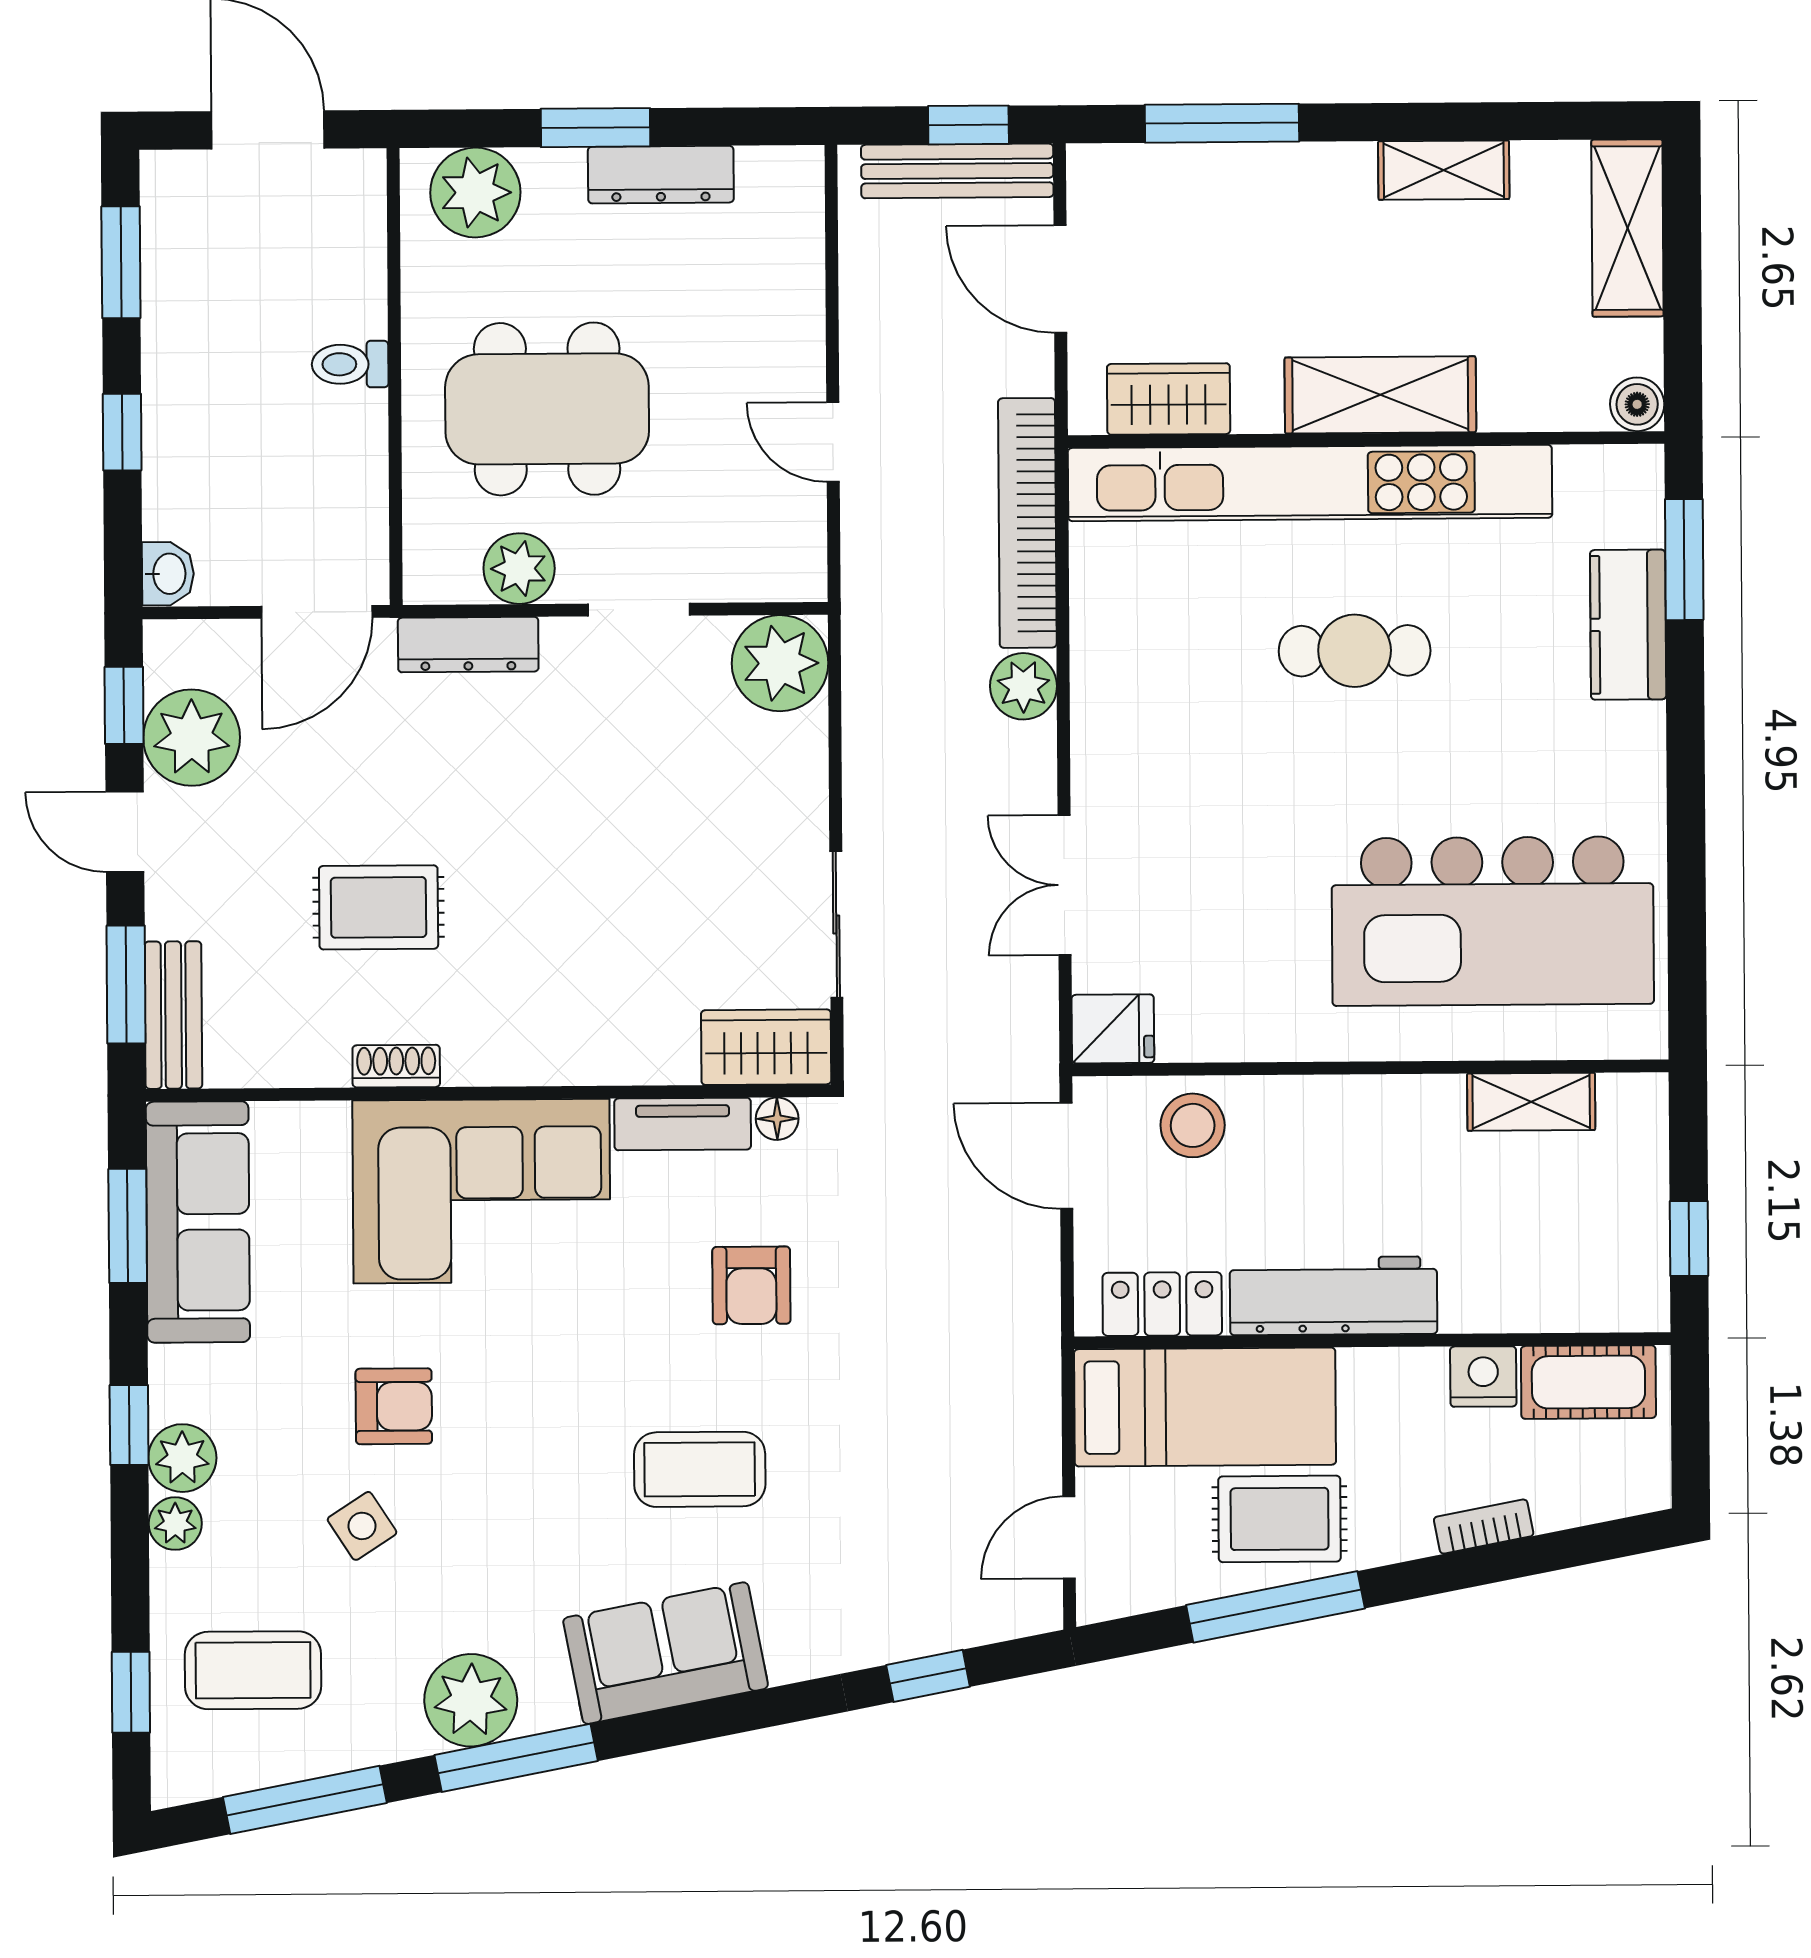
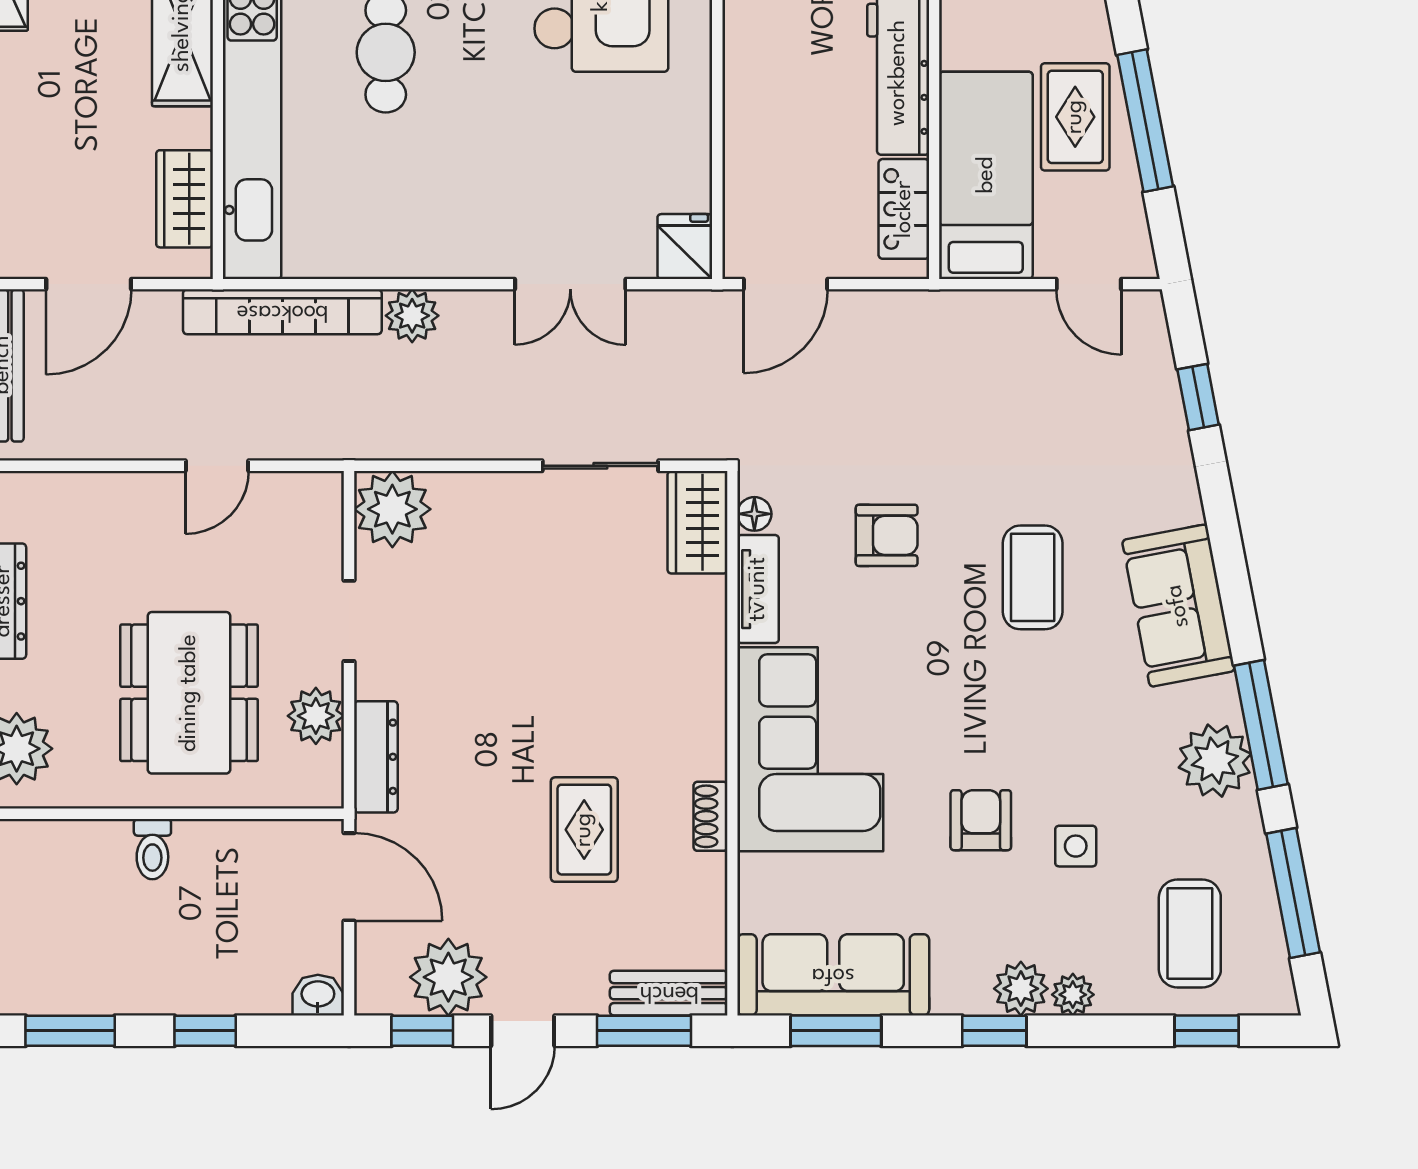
stool: (1193, 1125) -> (762, 184), removed
side table: (362, 1526) -> (1076, 846), turned 33

